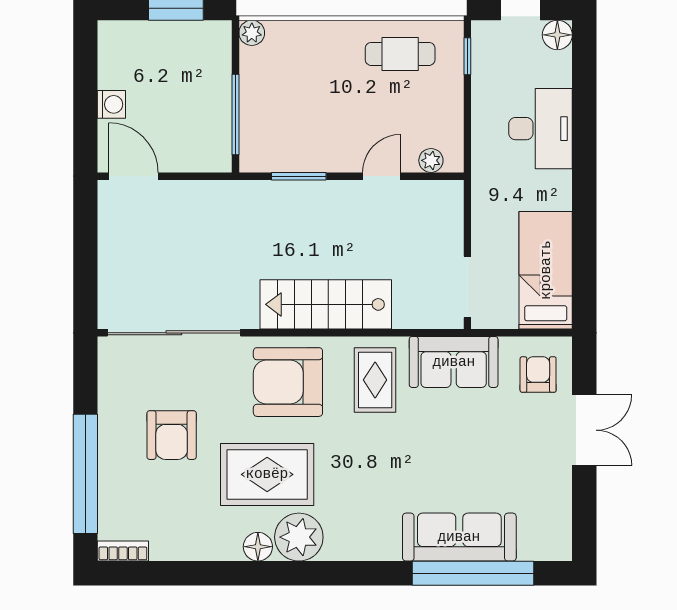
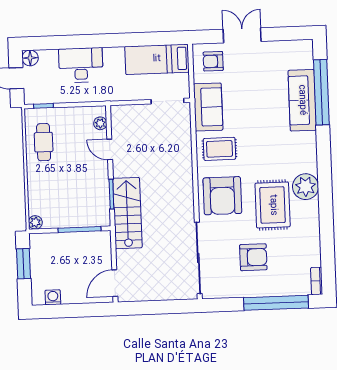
washing machine: (111, 104) -> (53, 297), moved
stairs: (326, 304) -> (127, 213), moved, turned 180
floor lamp: (258, 547) -> (312, 208), removed

